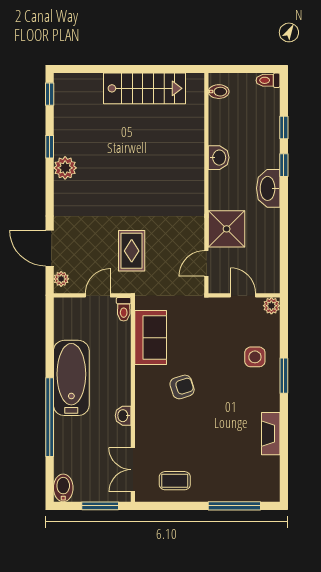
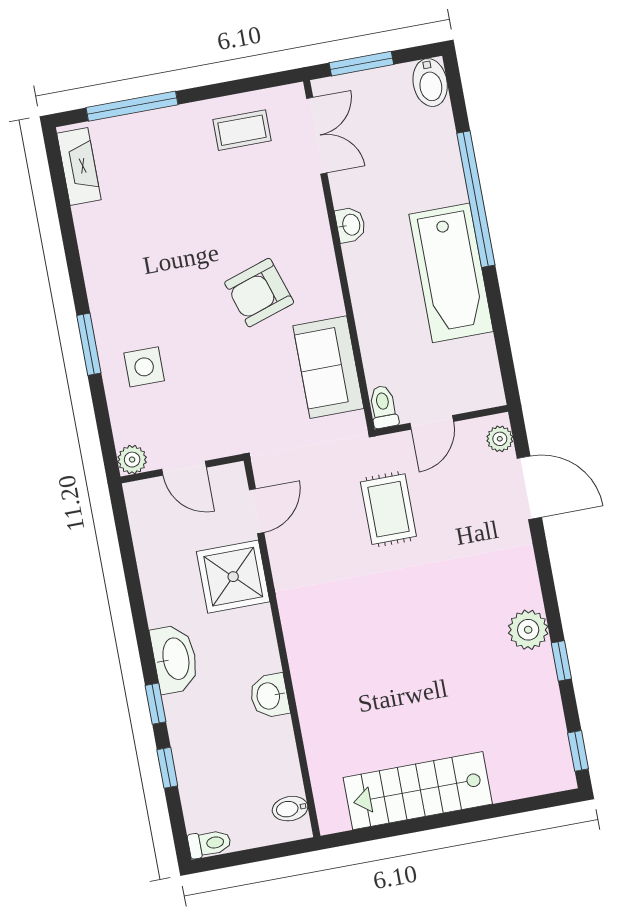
armchair: (182, 387) -> (259, 293), width x1.38, depth x1.38
fireplace: (271, 434) -> (79, 166), moved

